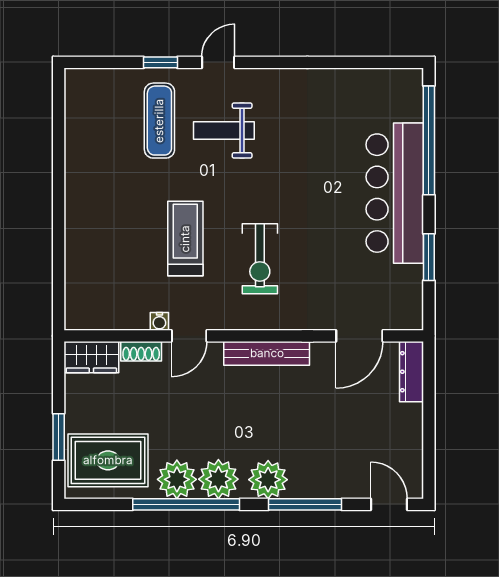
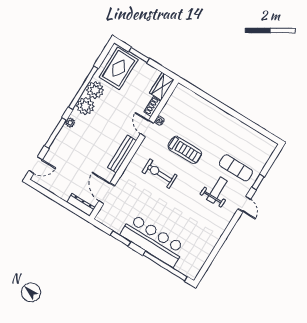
plant: (268, 480) -> (70, 123), width x0.53, depth x0.53

